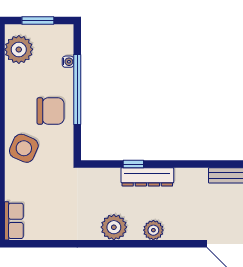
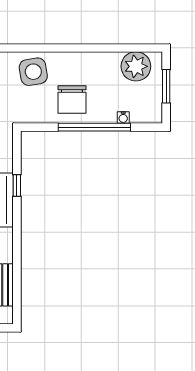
side table: (24, 148) -> (33, 72), turned -32

